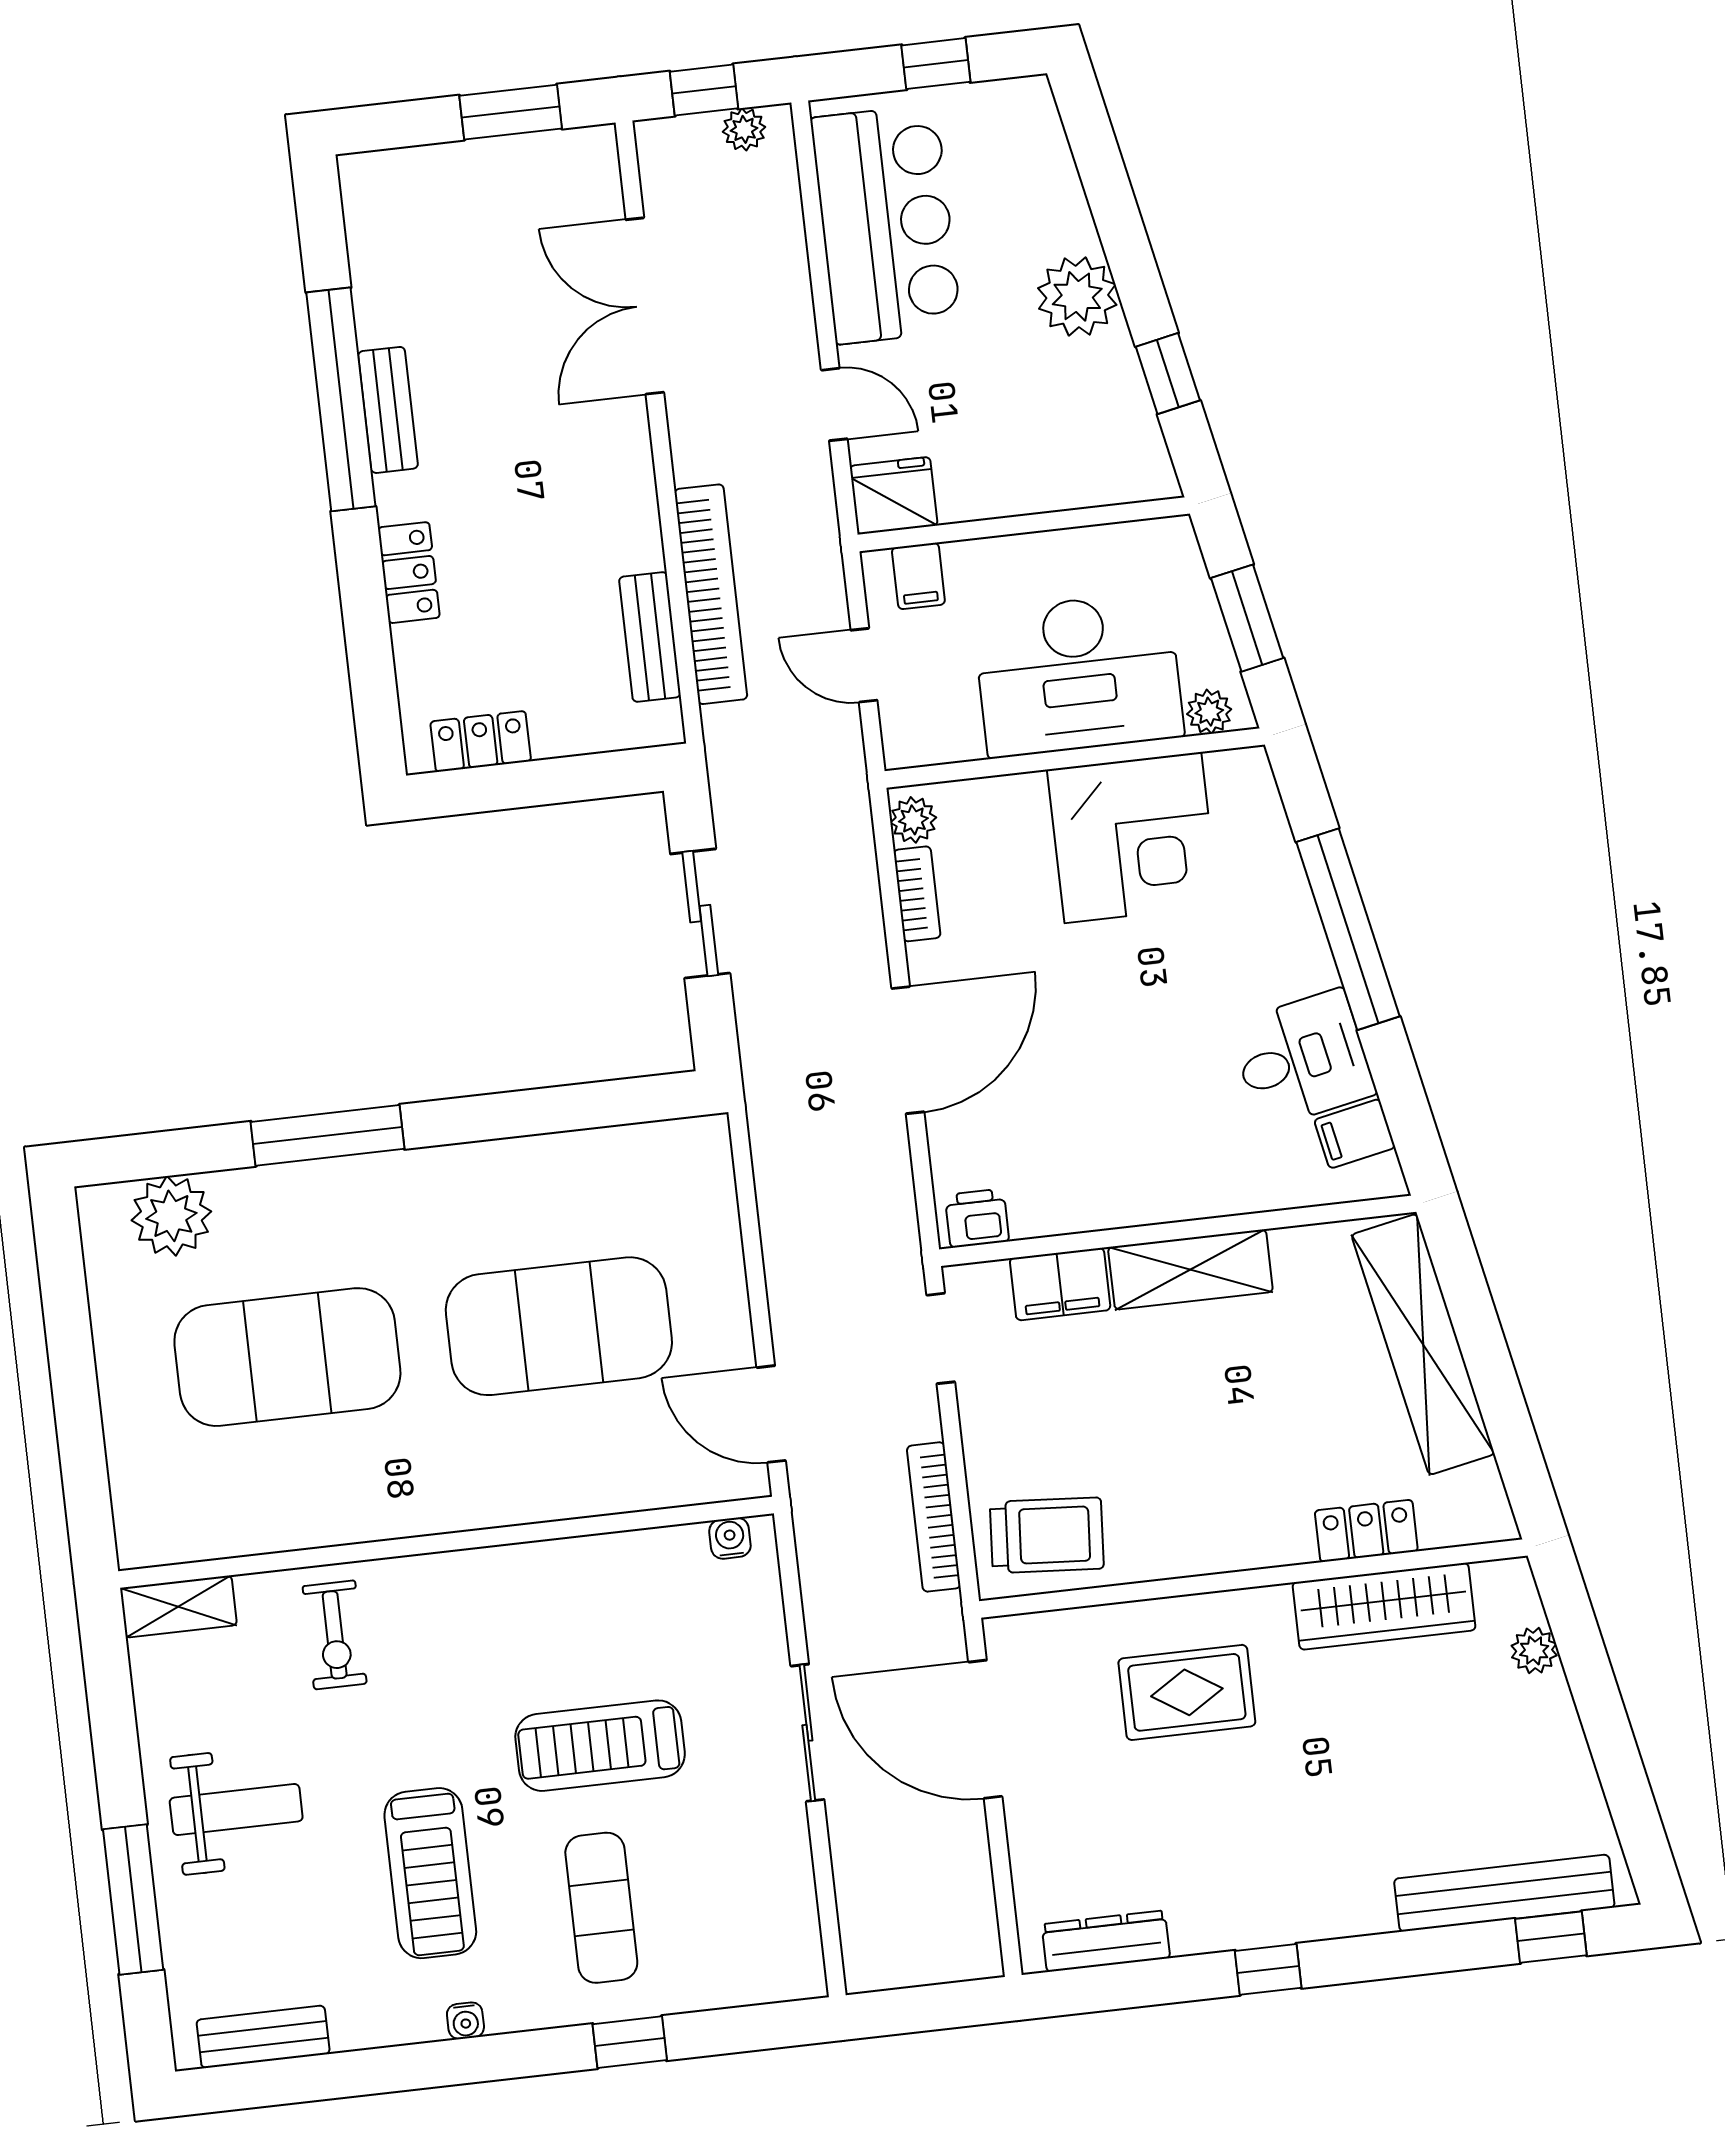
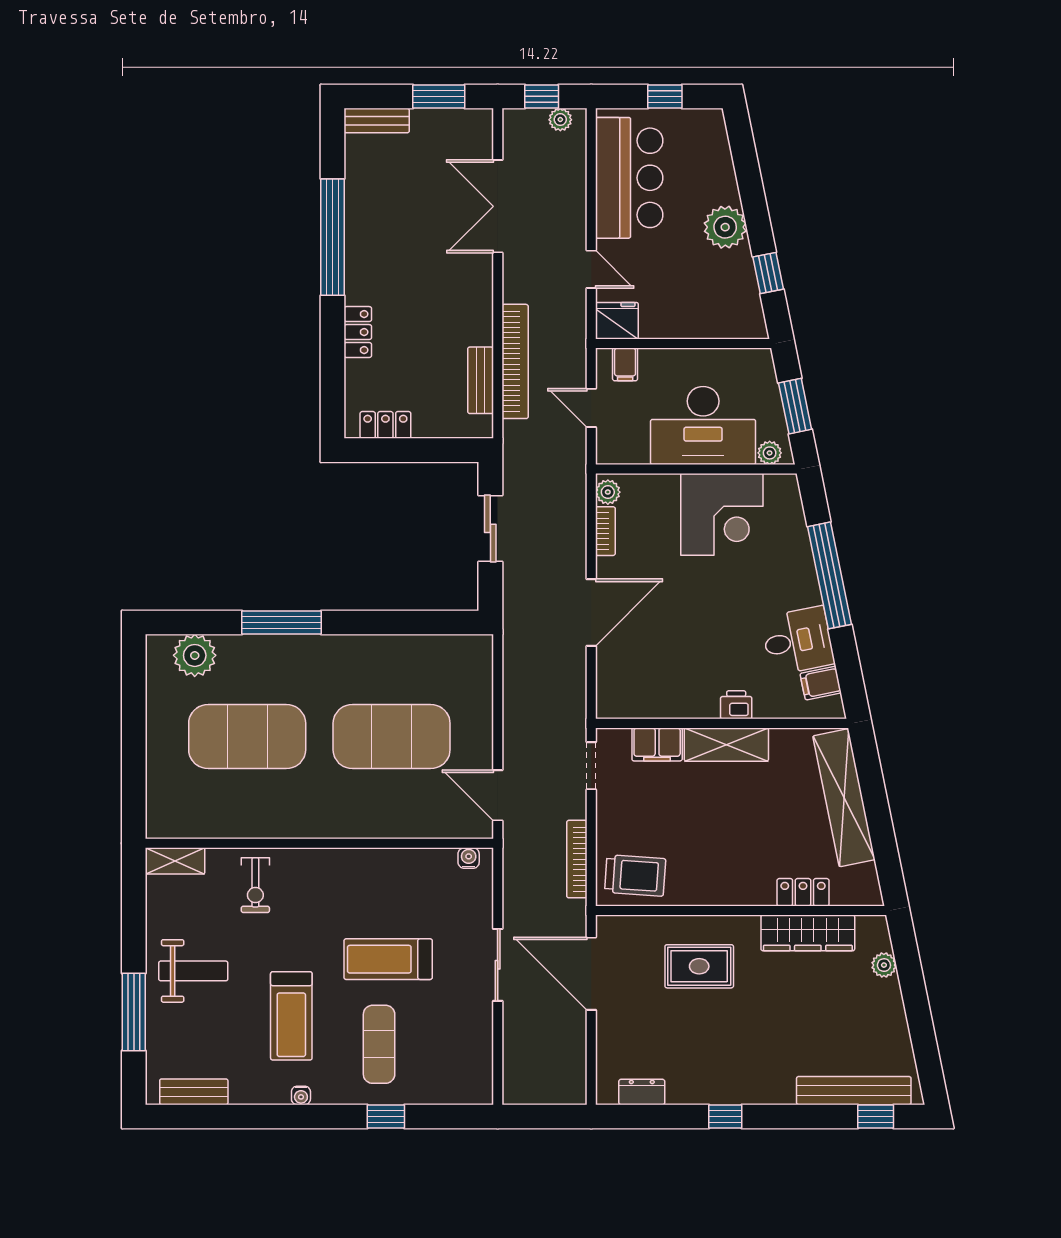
bench: (388, 410) -> (377, 121), moved, turned 90
printer: (977, 1218) -> (736, 705), moved
dresser: (1106, 1941) -> (642, 1092), width x0.70

